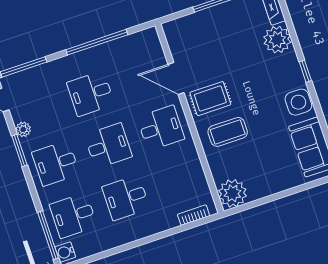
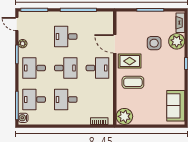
side table: (298, 102) -> (154, 43), moved

